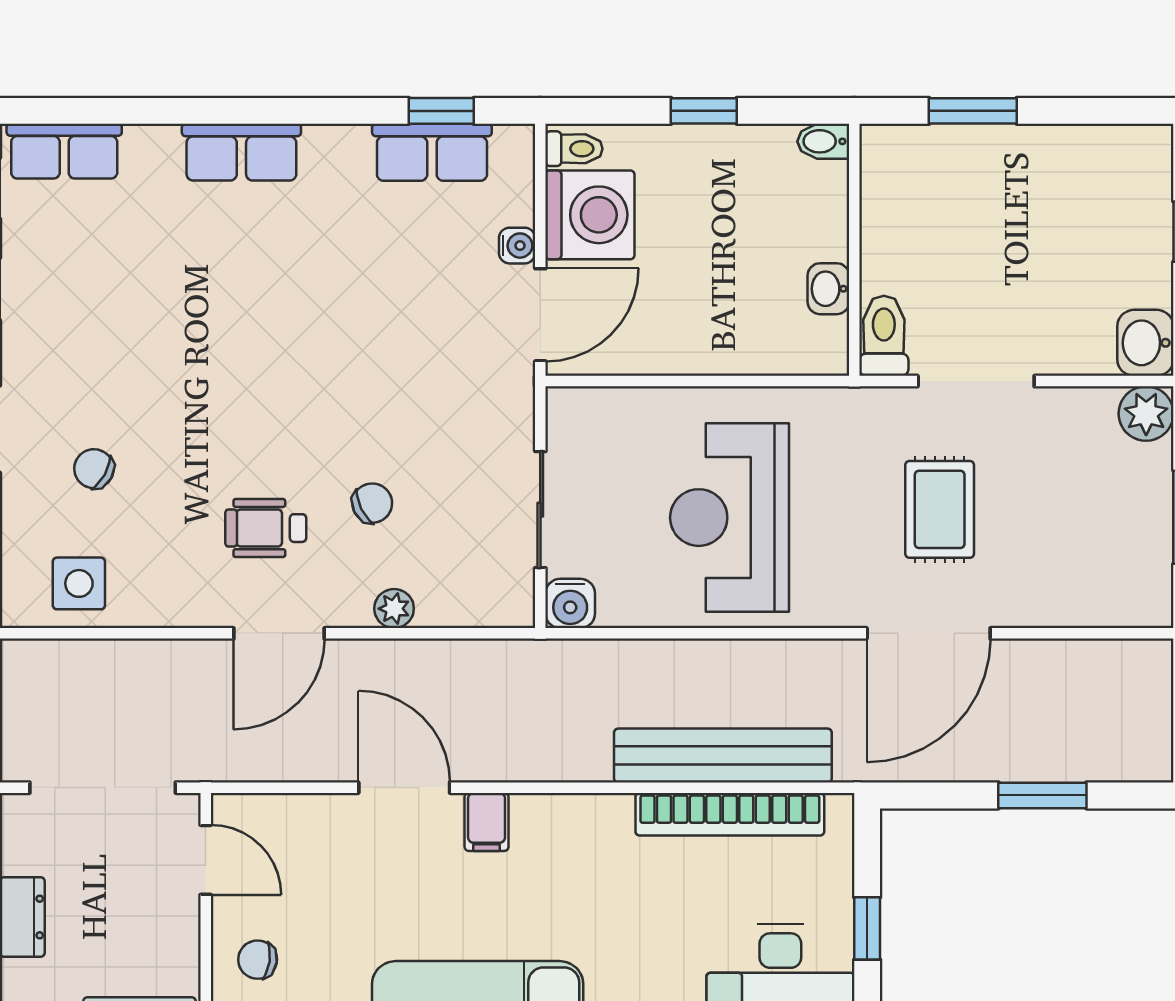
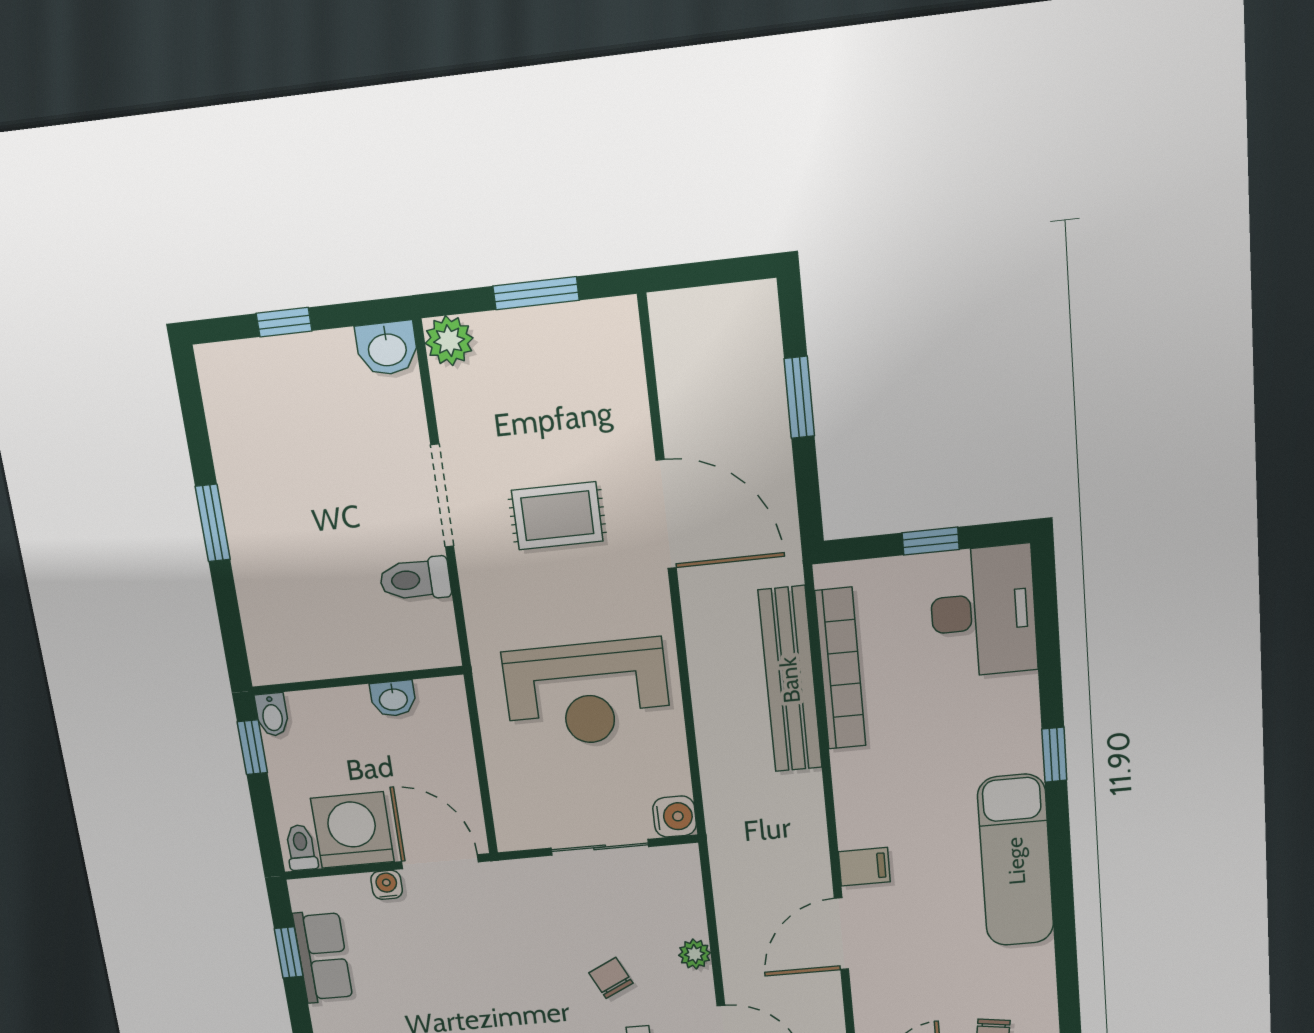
bidet: (823, 141) -> (272, 715), moved
wall: (854, 250) -> (358, 680), moved
washbasin: (828, 289) -> (393, 699), moved

